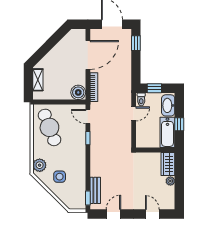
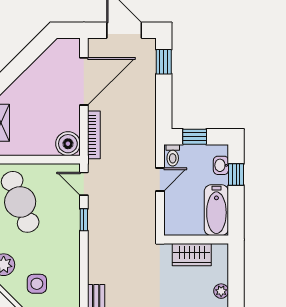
washbasin: (168, 105) -> (221, 165), width x0.52, depth x0.69
window: (179, 124) -> (236, 174), moved
wardrobe: (168, 164) -> (192, 255), moved, turned -90

